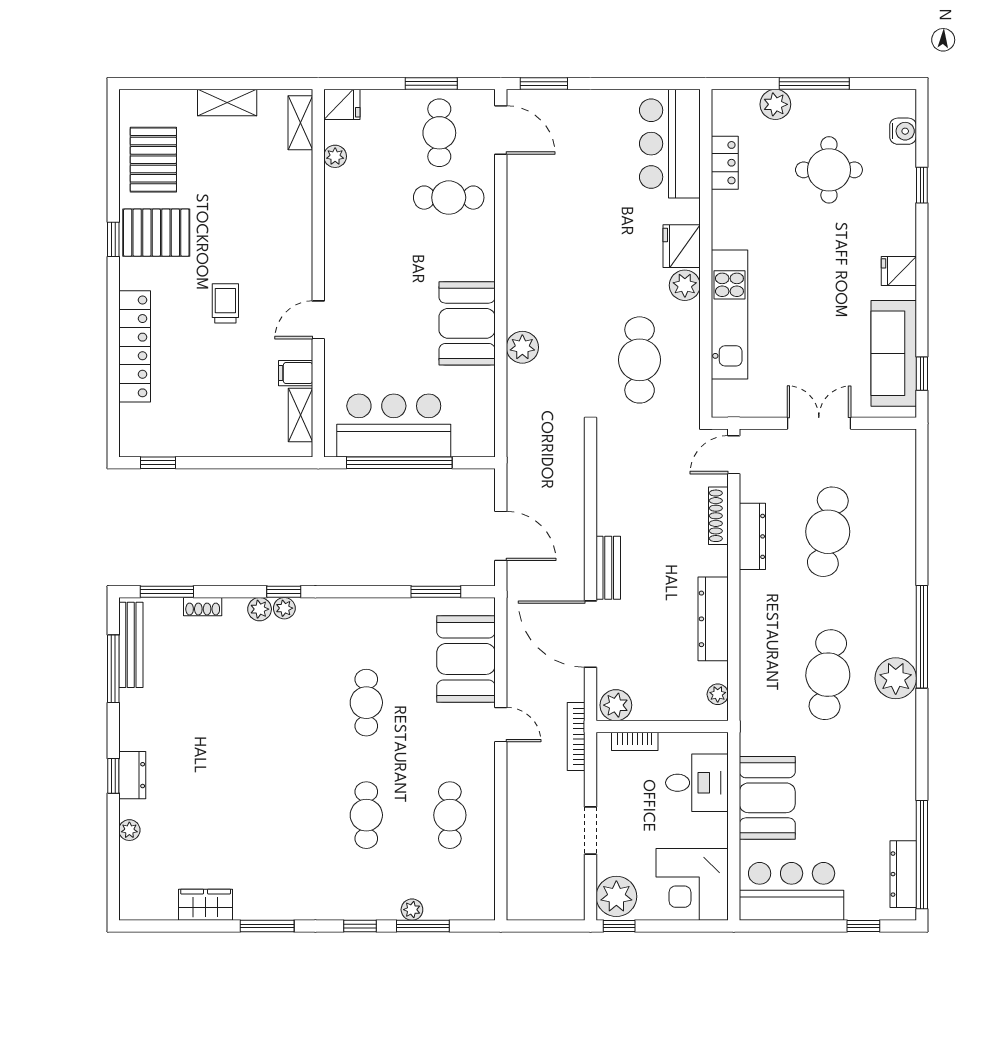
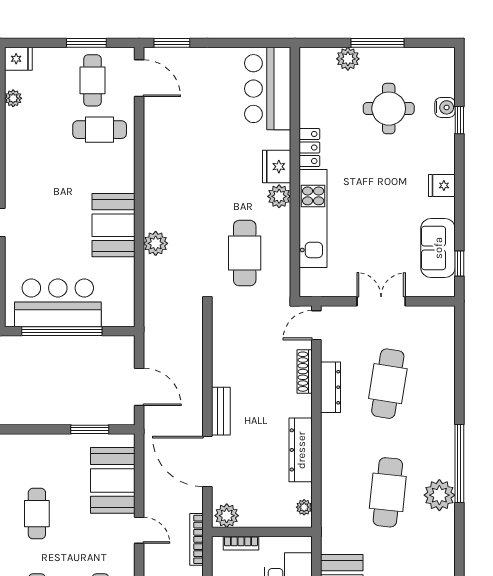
water cooler: (903, 131) -> (445, 107), moved
locker: (725, 163) -> (309, 147), moved
sofa: (894, 353) -> (438, 248), width x0.73

